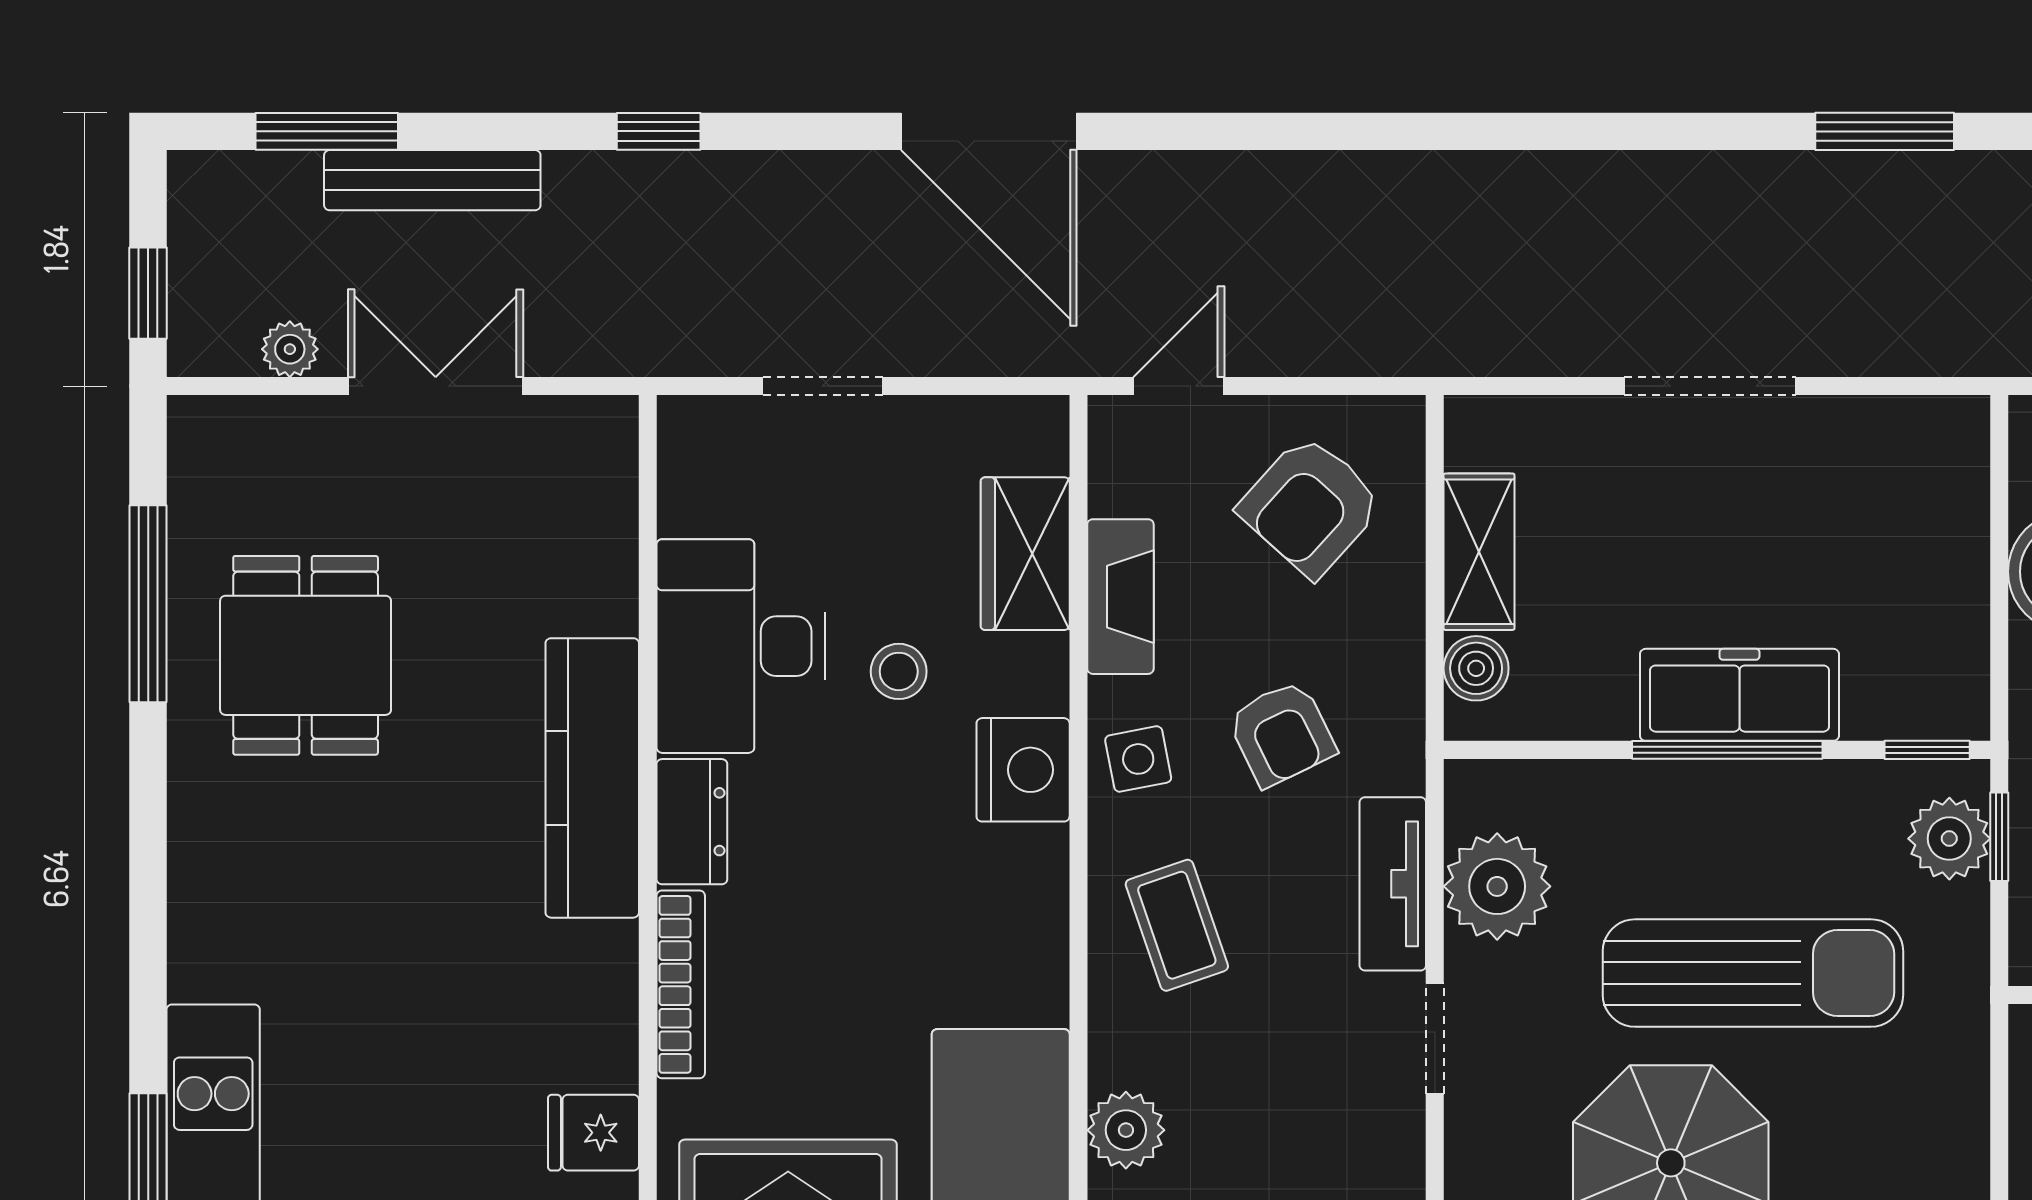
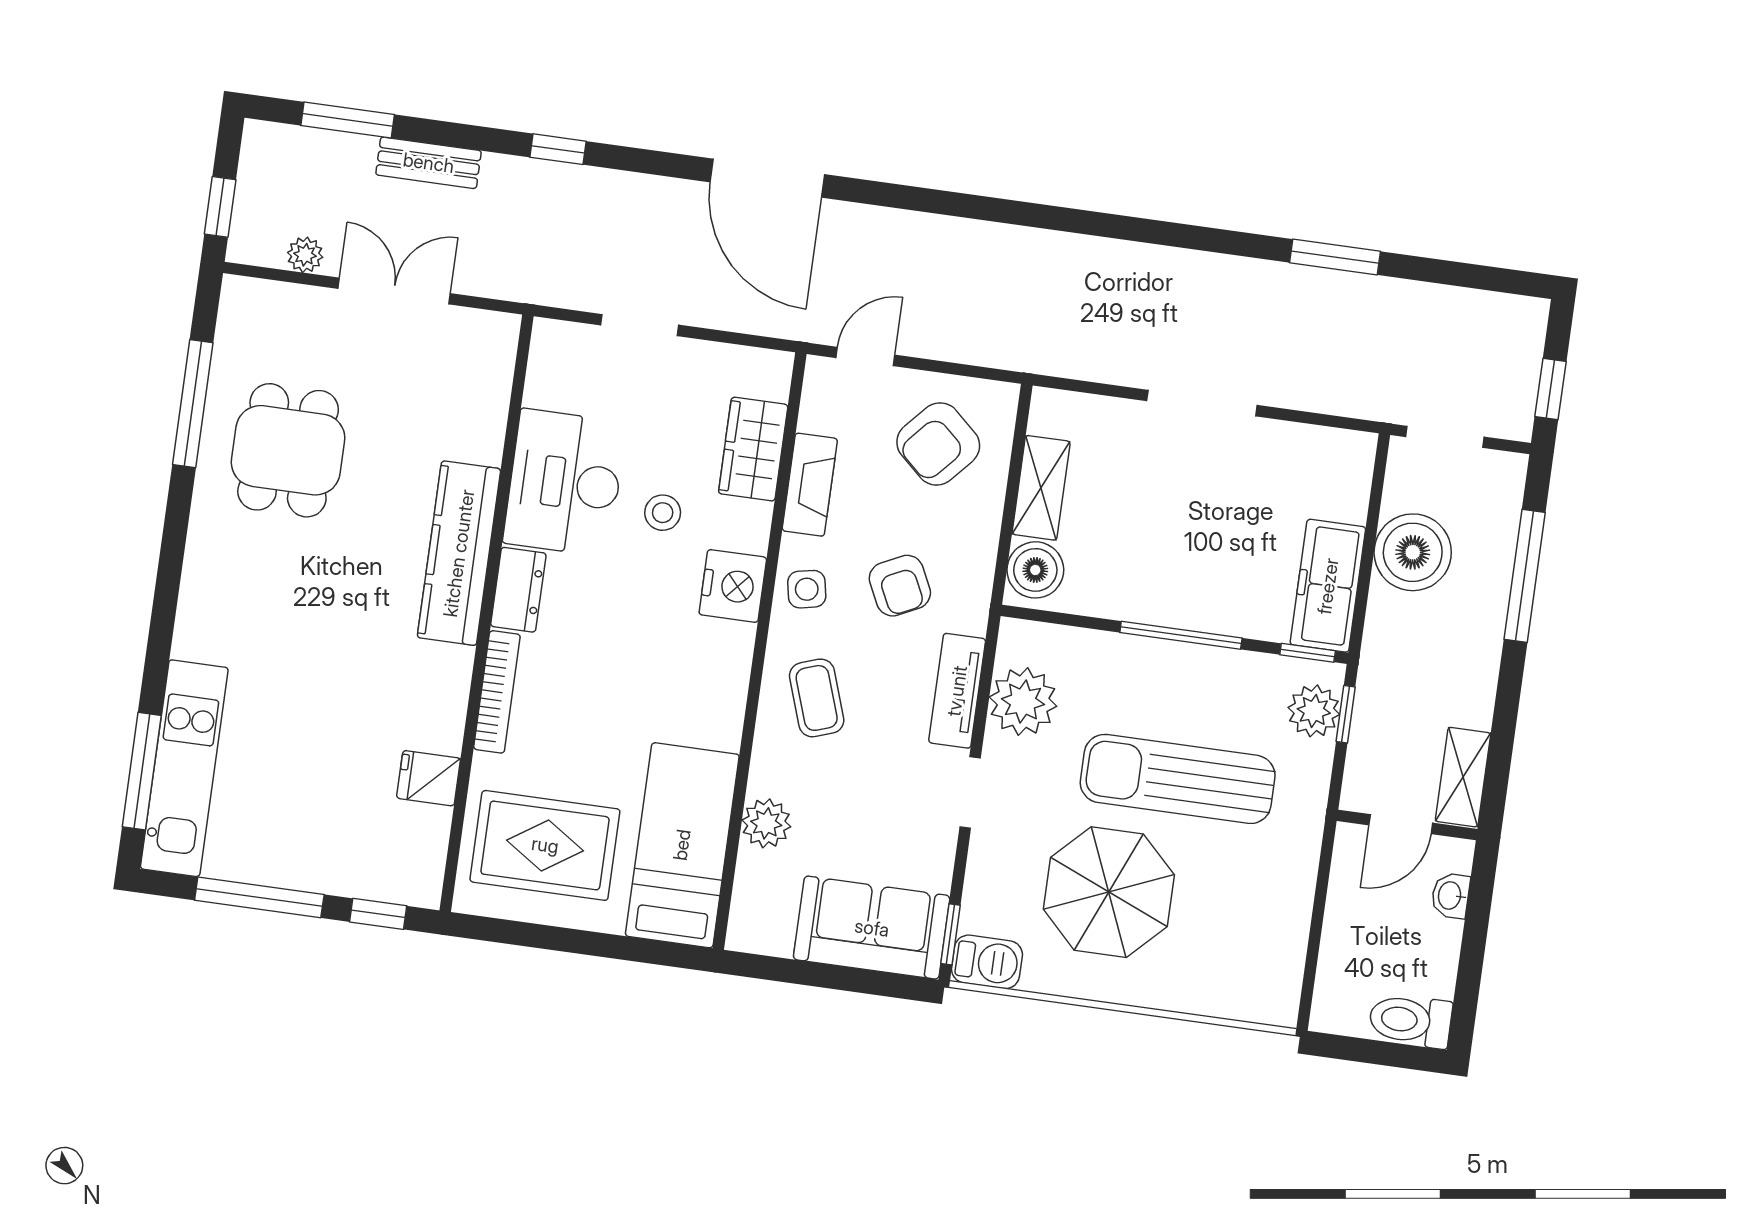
bench: (432, 180) -> (429, 163), width x0.73
boiler: (1476, 668) -> (1035, 570), width x1.36, depth x1.36
freezer: (1739, 695) -> (1328, 586), moved, turned -90
sun lounger: (1753, 973) -> (1178, 779), turned 180

